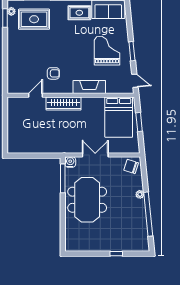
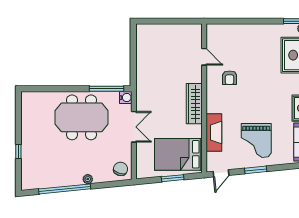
grand piano: (107, 51) -> (256, 140), turned 90
fireplace: (89, 87) -> (214, 133), moved
wardrobe: (64, 103) -> (194, 104), moved

